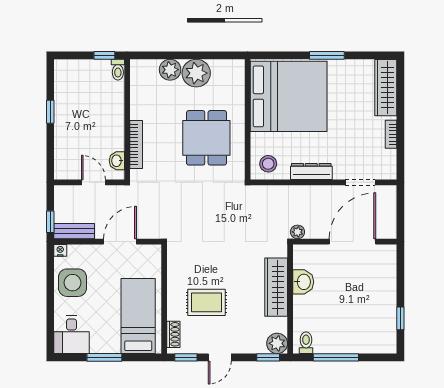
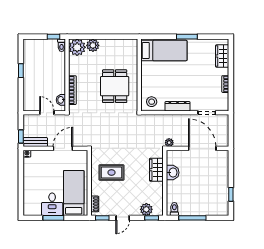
plant: (196, 73) -> (77, 47), moved
wardrobe: (386, 88) -> (222, 56), width x0.67
bed: (289, 96) -> (164, 51), width x0.49
door: (352, 242) -> (202, 148), hinge flipped
side table: (73, 283) -> (34, 173), removed
wardrobe: (276, 287) -> (156, 170), width x0.67
rug: (207, 302) -> (112, 173), moved
desk: (71, 335) -> (52, 204), moved
plant: (277, 343) -> (146, 209), moved

